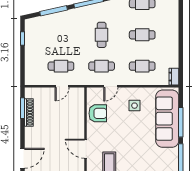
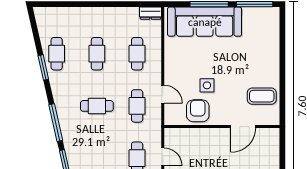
side table: (135, 106) -> (207, 85), moved

